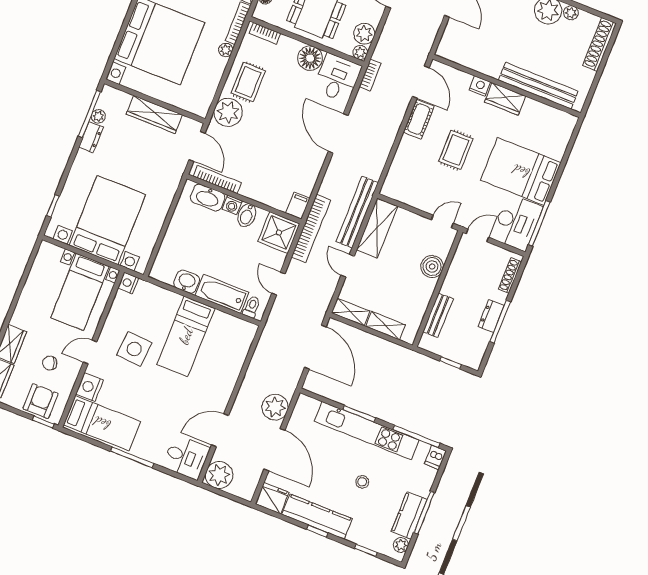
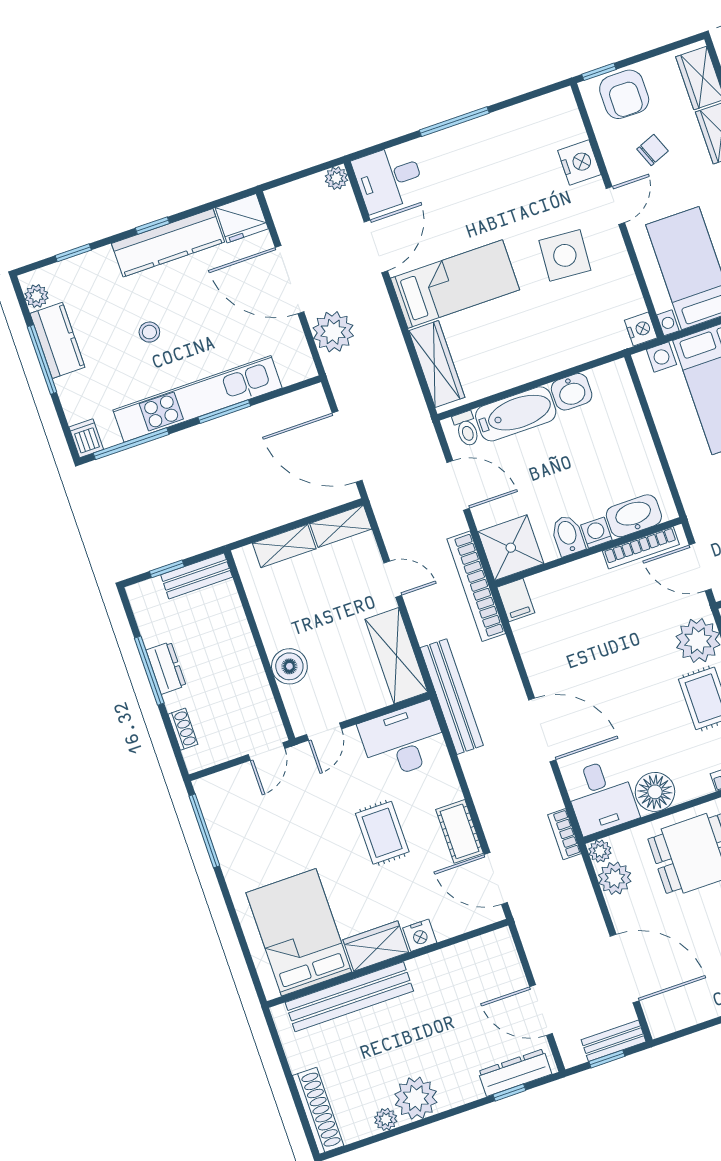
bed: (521, 171) -> (299, 932), moved, turned -90
bench: (357, 212) -> (452, 697), moved
desk: (517, 222) -> (403, 741), moved, turned 90
shoe rack: (510, 275) -> (183, 729), width x0.70
door: (278, 283) -> (458, 485), width x1.38
bench: (438, 315) -> (197, 576), moved, turned 90
bed: (186, 336) -> (455, 284), moved, turned 90
wardrobe: (239, 350) -> (437, 364), added
bed: (102, 423) -> (527, 132), removed
plant: (219, 475) -> (336, 178), width x0.53, depth x0.53

